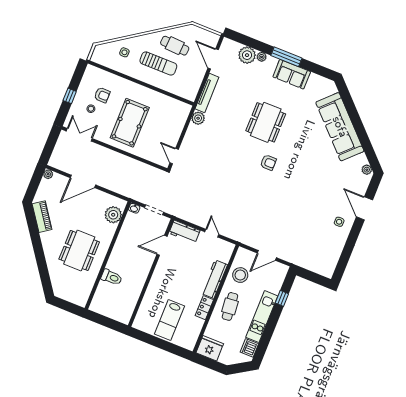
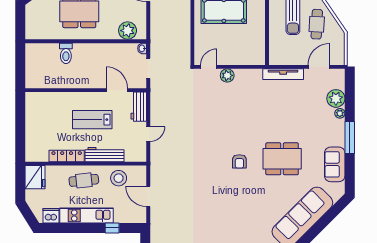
sofa: (292, 74) -> (335, 164), moved
plant: (198, 118) -> (227, 75), moved
dining table: (266, 122) -> (282, 159), moved
locker: (204, 308) -> (67, 156), width x1.53
lab bench: (169, 320) -> (92, 120), moved

